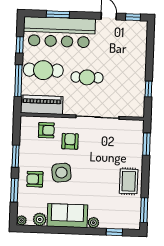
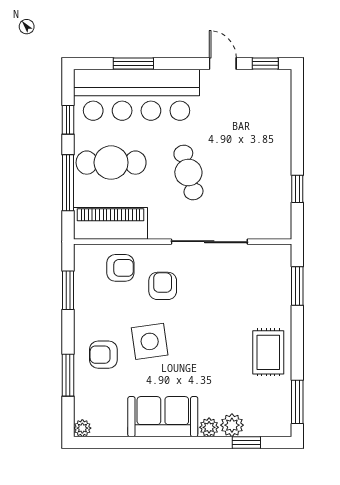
cafe table: (87, 77) -> (188, 173), turned 75
window: (16, 156) -> (68, 290), moved
plant: (40, 219) -> (232, 425), moved

